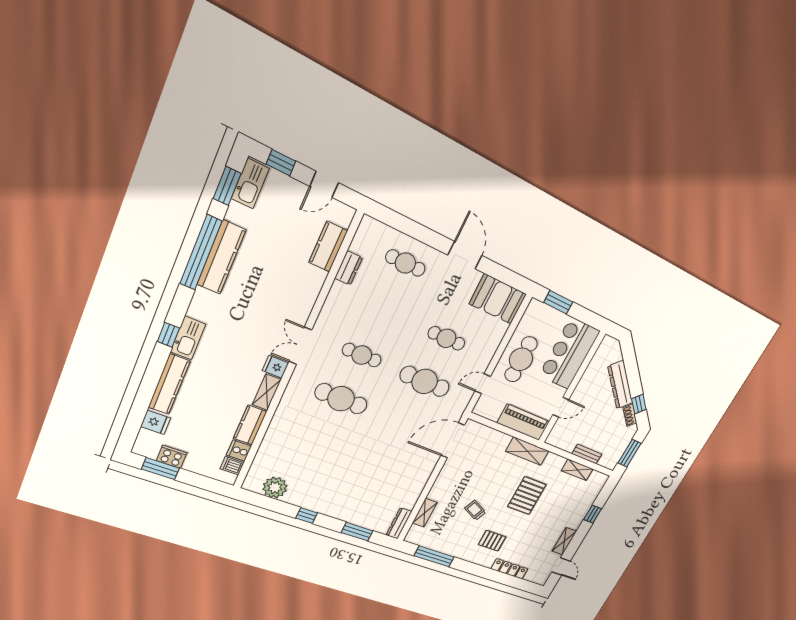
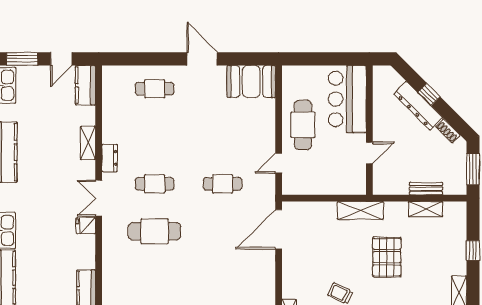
window: (281, 163) -> (22, 59), width x1.50
kitchen counter: (328, 247) -> (85, 85), moved
dresser: (349, 268) -> (110, 158), moved
window: (558, 302) -> (309, 59), removed
cafe table: (446, 338) -> (223, 136), removed
cafe table: (425, 381) -> (223, 184), width x0.73, depth x0.74
shelving: (267, 392) -> (88, 143), moved
window: (639, 404) -> (429, 94), moved
piano: (523, 422) -> (339, 183), removed

